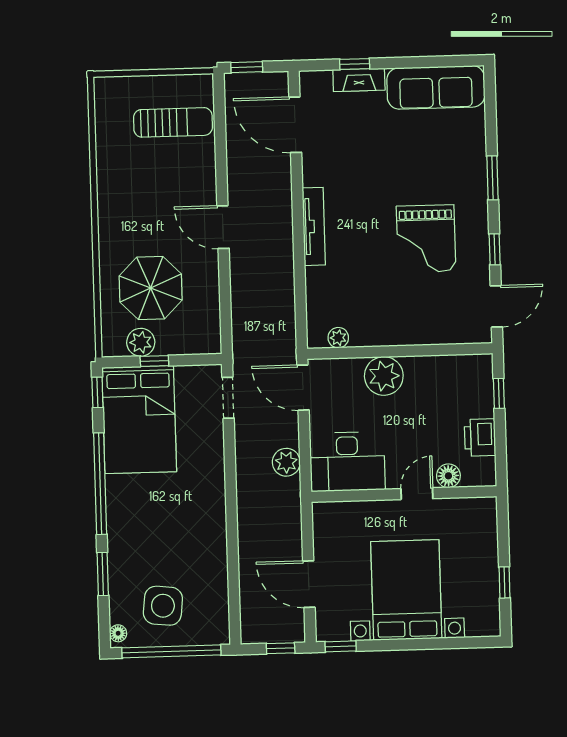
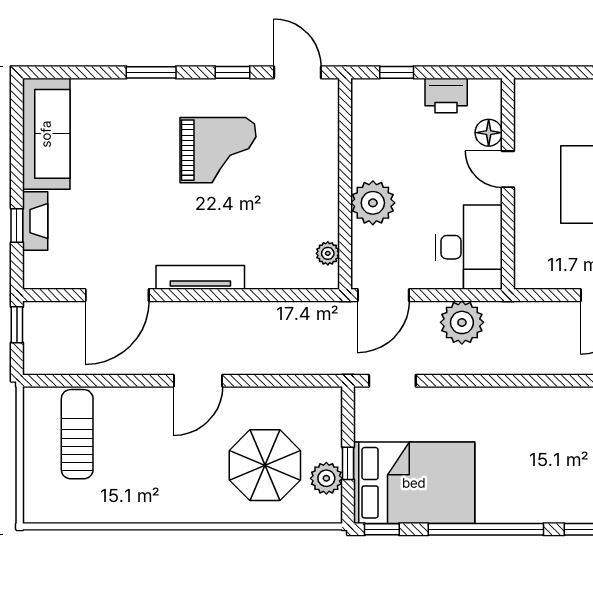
window: (247, 67) -> (17, 325), moved
door: (295, 125) -> (117, 295), moved
plant: (286, 462) -> (462, 322), width x1.36, depth x1.36

